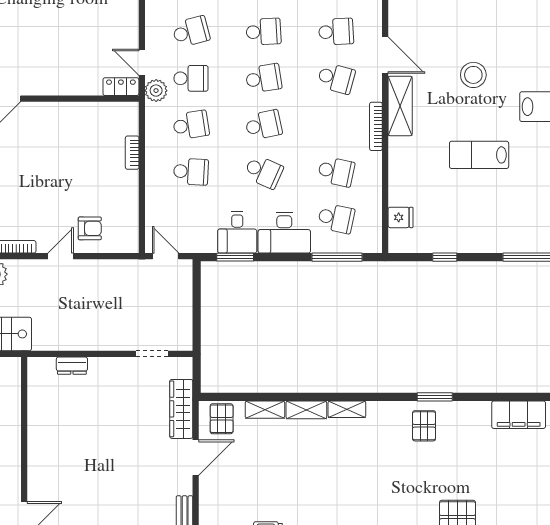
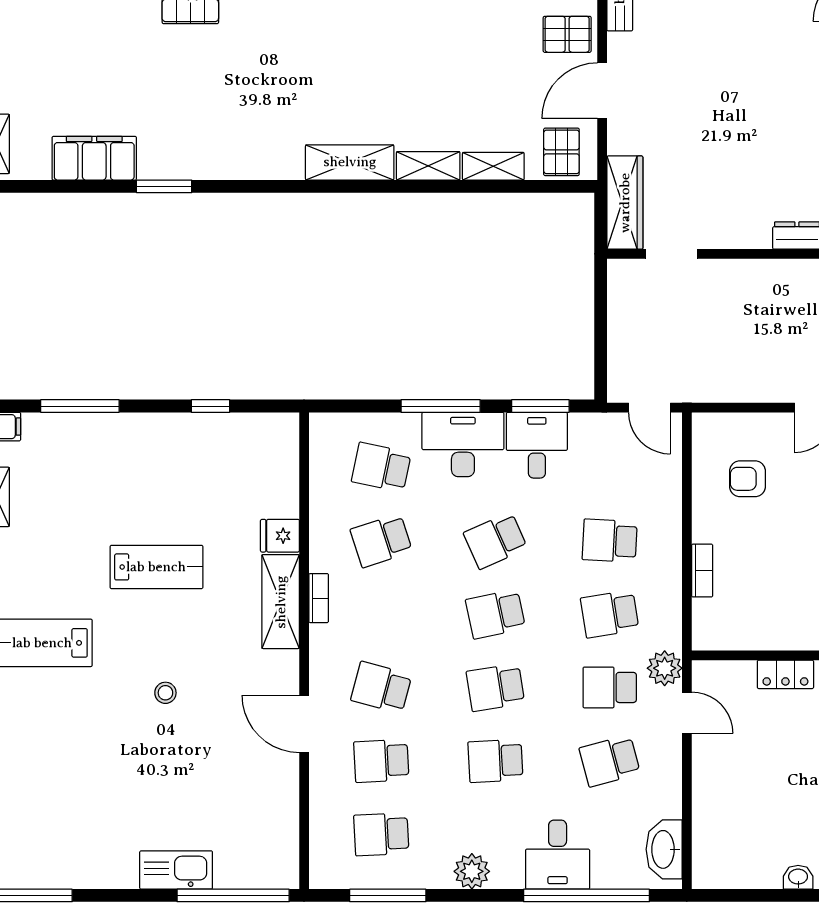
stool: (473, 75) -> (165, 693), width x0.53, depth x0.53
locker: (121, 87) -> (785, 674), moved
shelving: (400, 106) -> (281, 602), moved
bookcase: (376, 126) -> (319, 598), width x0.64
school desk: (264, 172) -> (495, 541), turned -48
school desk: (336, 172) -> (381, 541), turned -30
fridge: (401, 217) -> (280, 536), moved
armchair: (90, 228) -> (748, 479), moved
window: (337, 257) -> (441, 406), moved
window: (435, 397) -> (164, 186), moved
wardrobe: (181, 409) -> (625, 203), moved
shelving: (347, 409) -> (350, 162), width x1.50, depth x1.33
pallet: (424, 426) -> (567, 34), moved, turned 90

